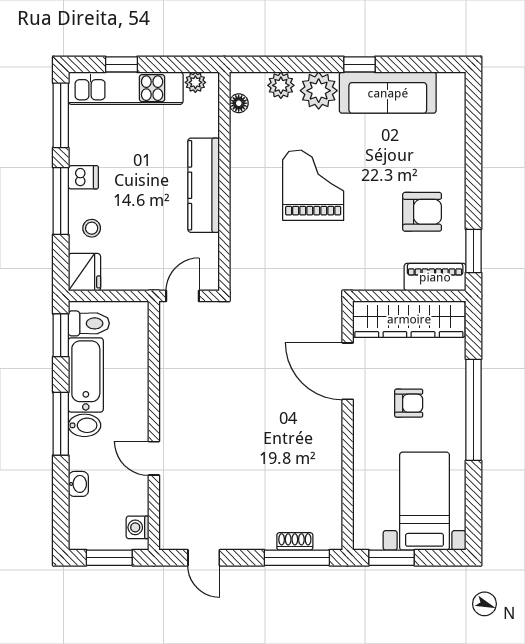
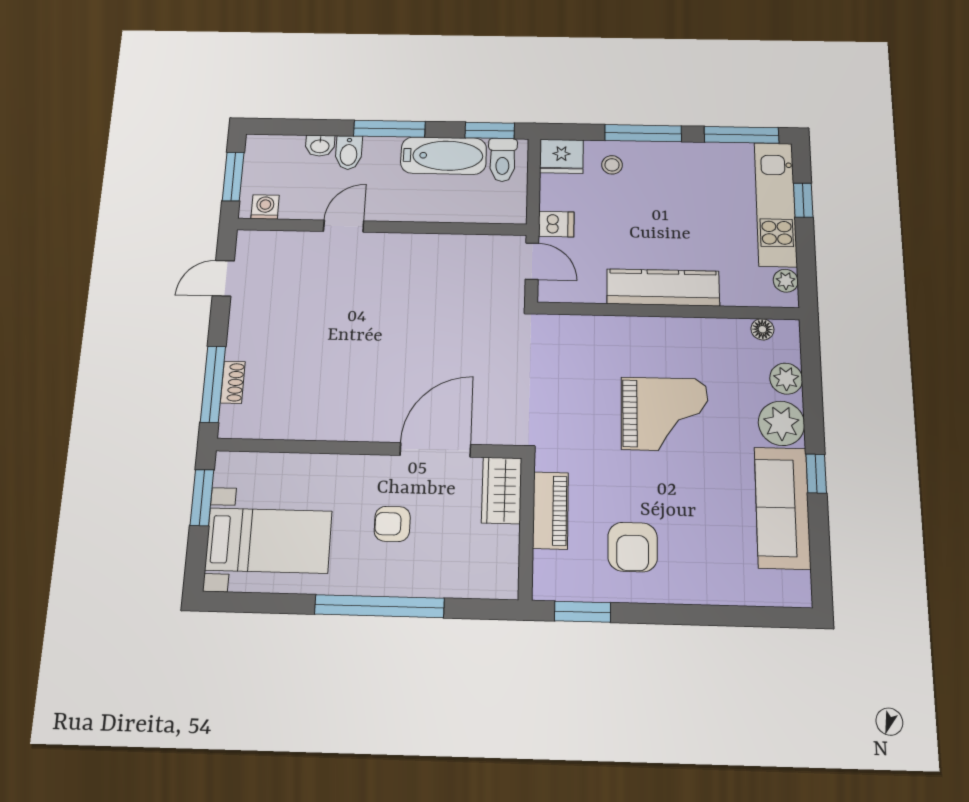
dishwasher: (83, 177) -> (556, 224), moved, turned -90
piano: (435, 277) -> (550, 510), moved
wardrobe: (409, 319) -> (502, 490), width x0.48, depth x0.85
armchair: (409, 403) -> (392, 524), turned 90
bidet: (84, 425) -> (349, 153), moved

